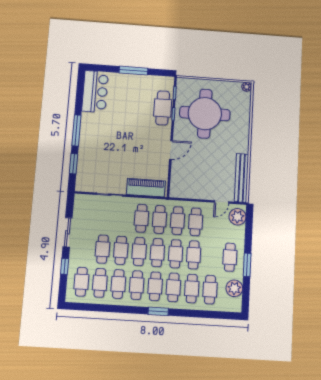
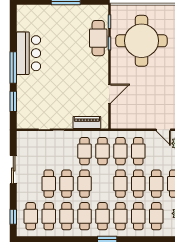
bar counter: (95, 92) -> (29, 53), moved
door: (171, 150) -> (109, 94), moved
piano: (146, 188) -> (87, 122), width x0.73, depth x0.75
door: (222, 202) -> (163, 130), hinge flipped
cafe table: (157, 253) -> (156, 184), moved
window: (65, 266) -> (13, 217), moved

